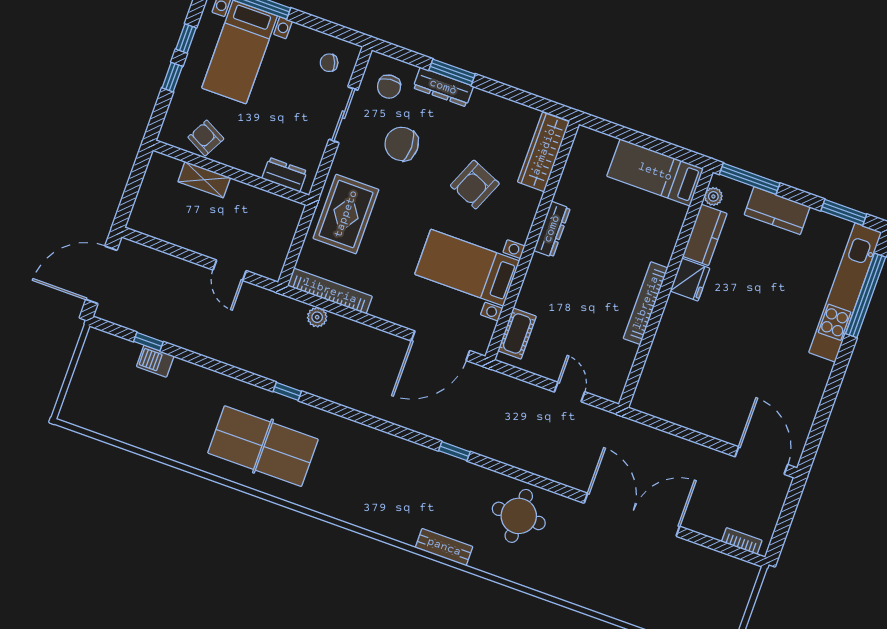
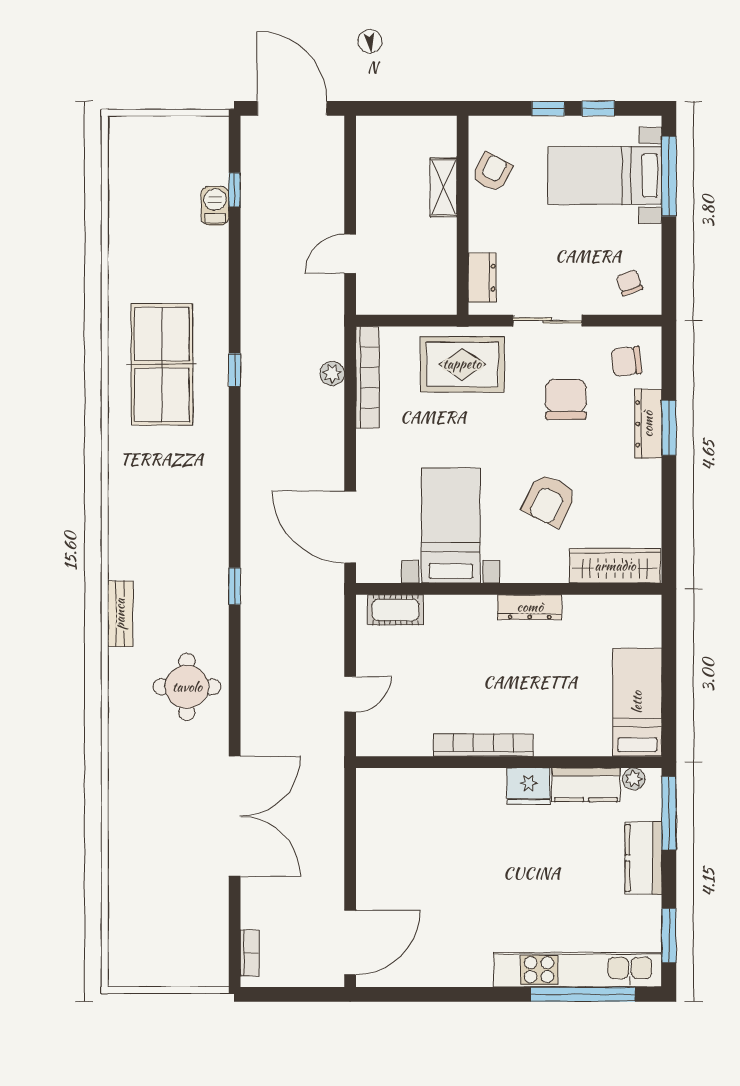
sliding door: (343, 115) -> (547, 321), moved
armchair: (475, 185) -> (549, 500), turned -86

